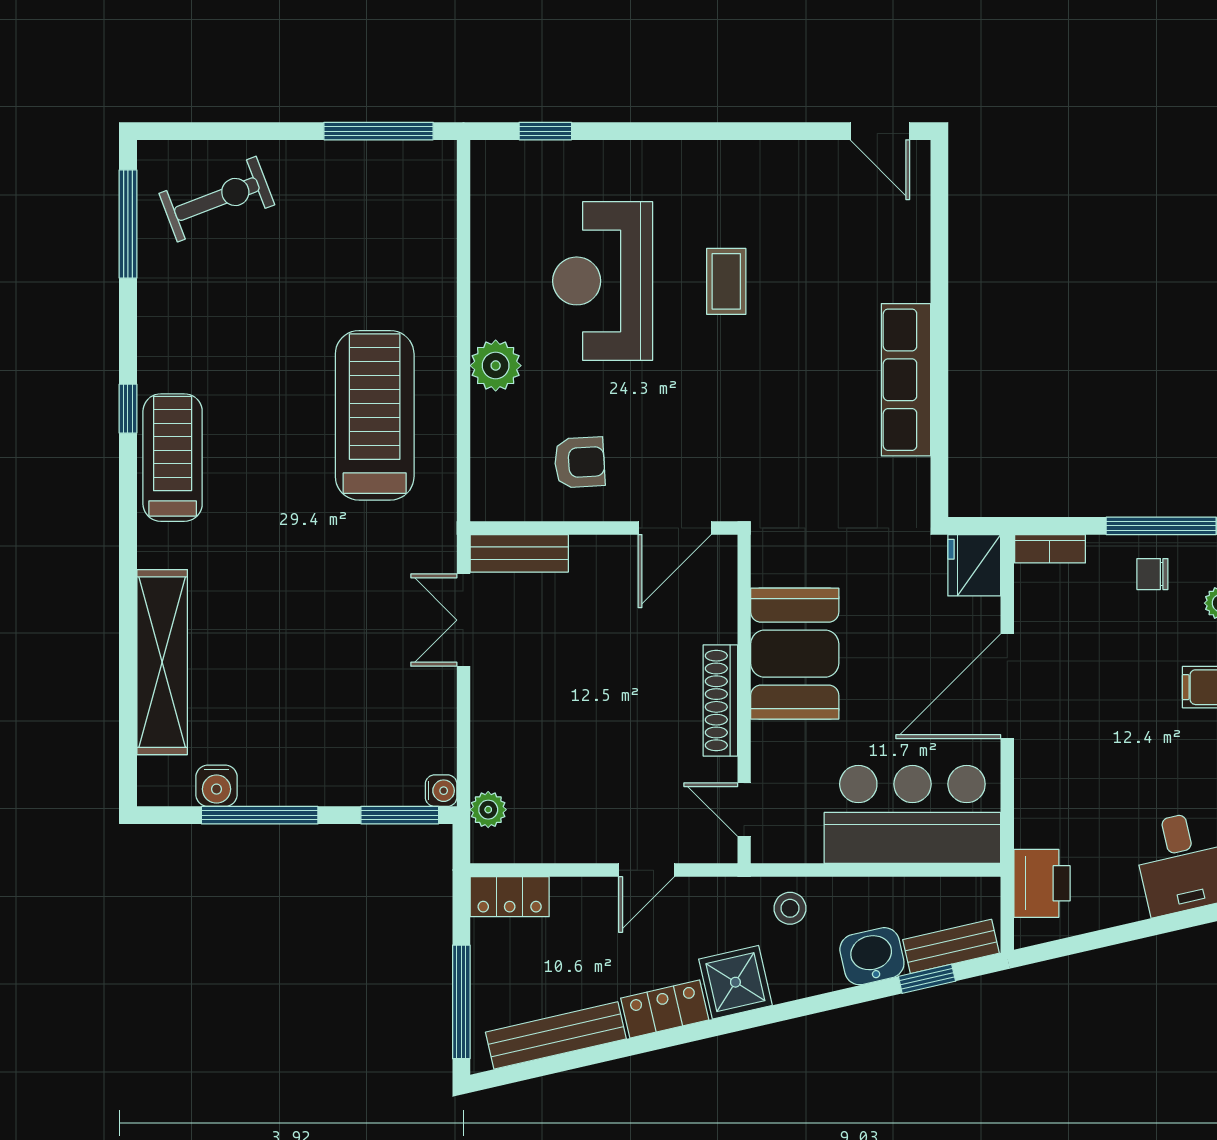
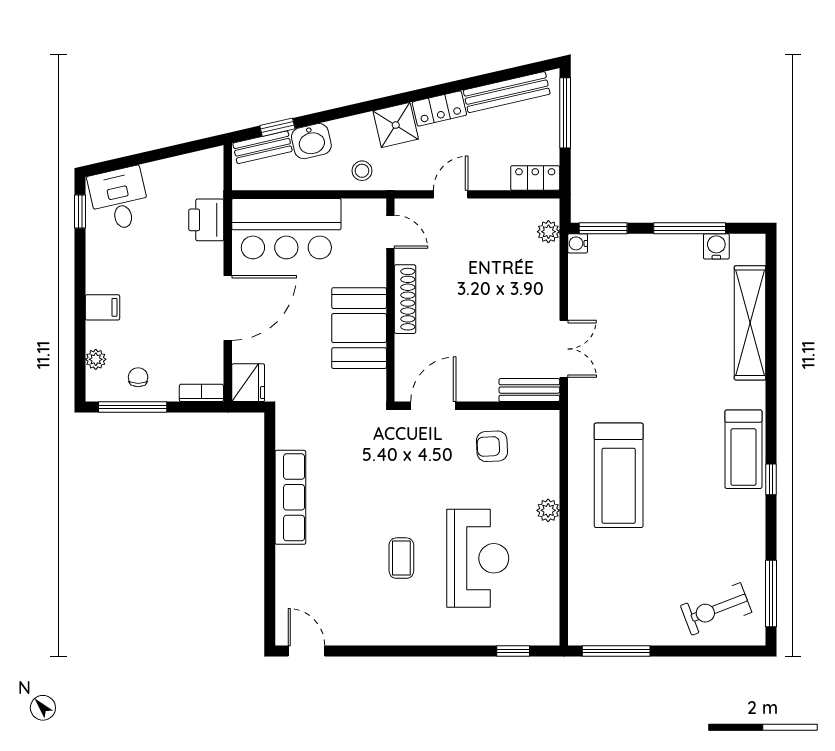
plant: (496, 366) -> (548, 510), width x0.73, depth x0.73
chair: (1152, 574) -> (138, 377), turned -90
printer: (1042, 883) -> (206, 220), moved

